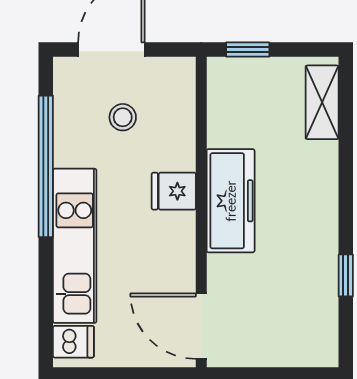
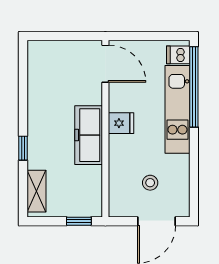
window: (46, 166) -> (194, 87), moved
fridge: (174, 191) -> (121, 123), moved
window: (346, 275) -> (23, 148), moved

